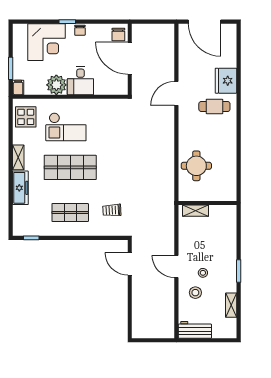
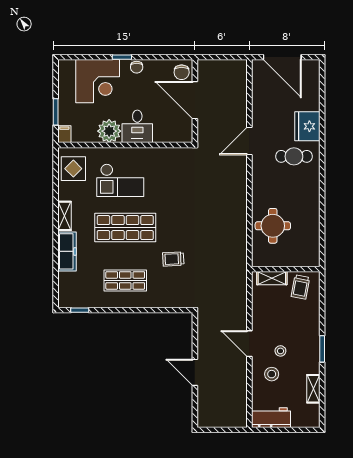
trolley: (112, 210) -> (173, 259), moved
trolley: (220, 218) -> (300, 287), added
door: (130, 264) -> (195, 372), moved

